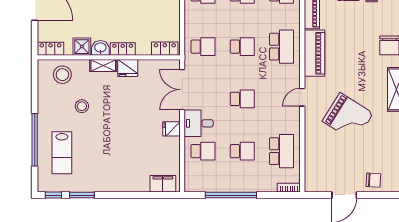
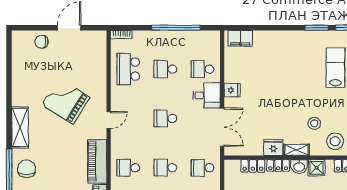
school desk: (282, 47) -> (128, 168), width x0.54
locker: (165, 49) -> (253, 166), moved
stool: (82, 106) -> (314, 123), moved

